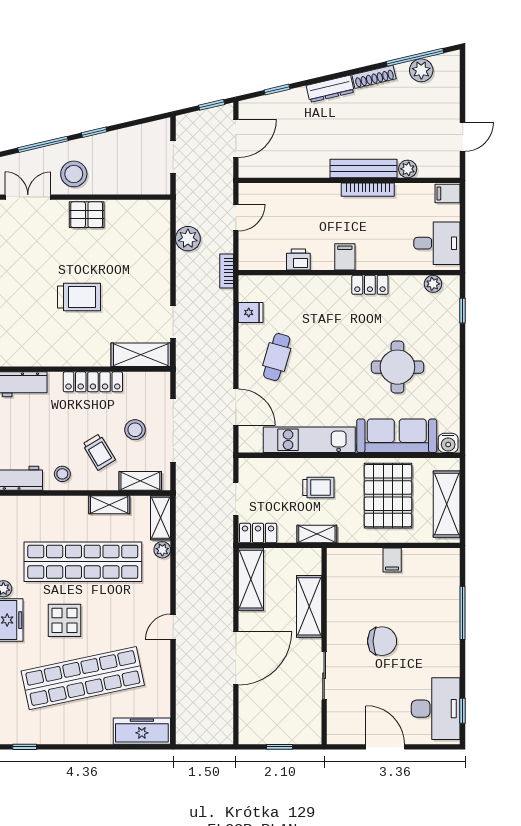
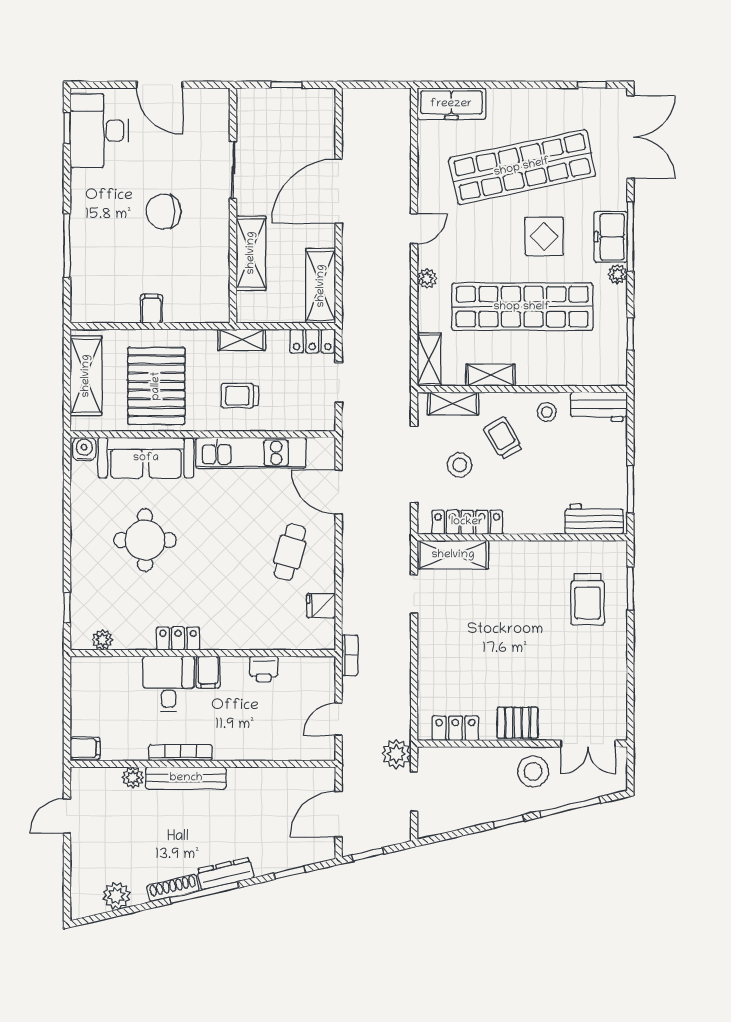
window: (415, 57) -> (204, 893), moved
locker: (139, 210) -> (455, 728), added
plant: (188, 239) -> (396, 754), moved
desk: (437, 243) -> (169, 684), moved, turned 90
trolley: (79, 297) -> (588, 599), moved, turned -90
locker: (93, 382) -> (467, 522), moved
plant: (162, 550) -> (427, 278), moved

